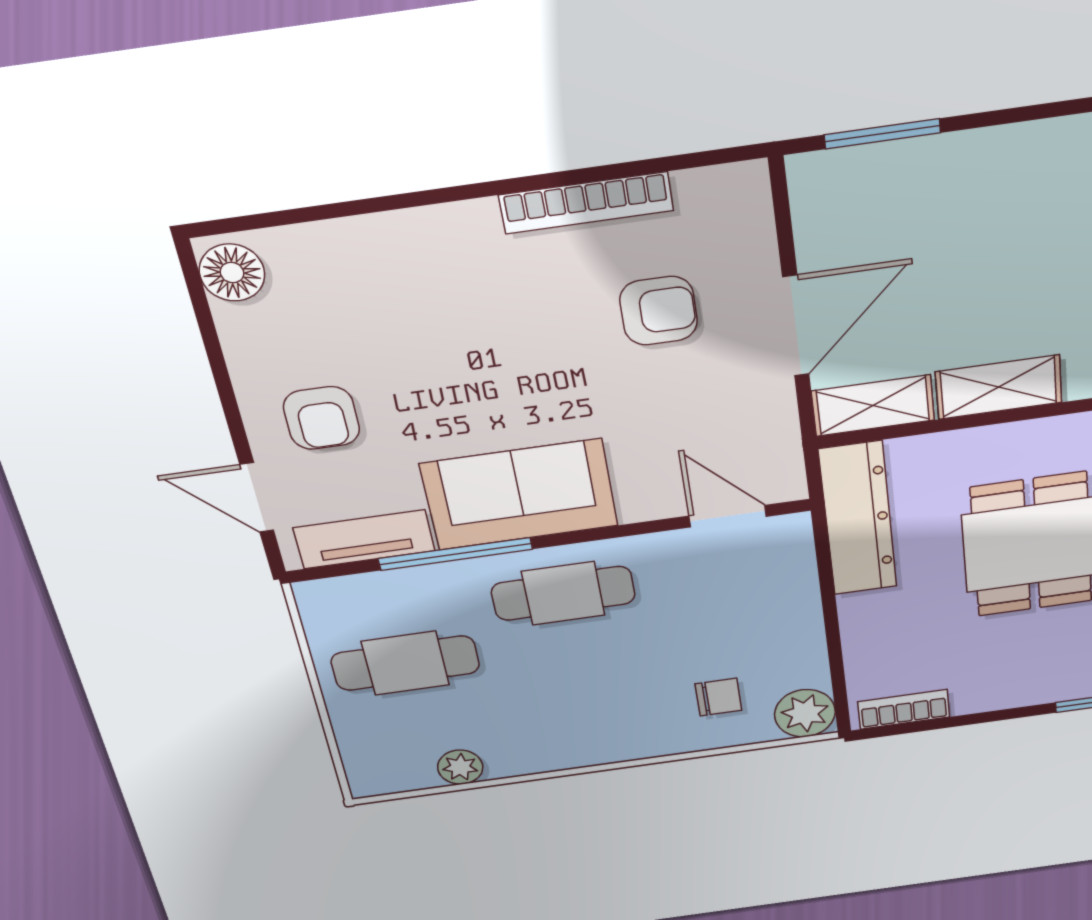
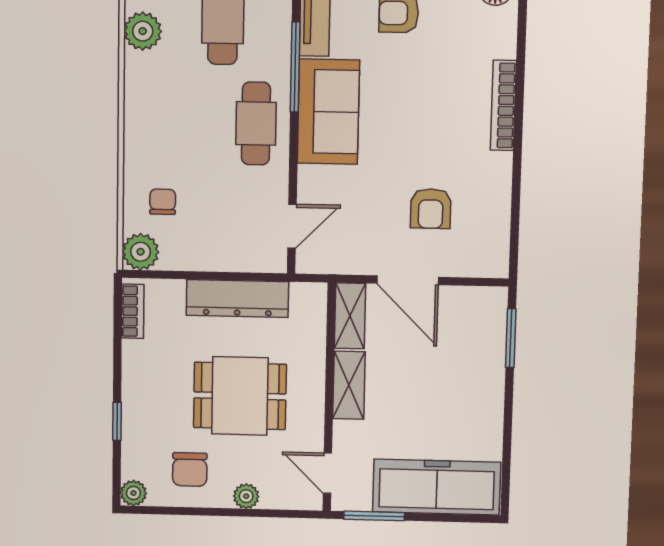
bookcase: (586, 203) -> (503, 105), moved
dresser: (858, 519) -> (237, 298), moved
chair: (718, 697) -> (163, 202), turned 180
plant: (460, 767) -> (143, 31), width x1.38, depth x1.38

